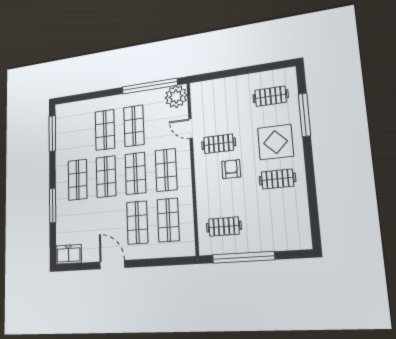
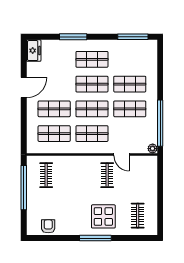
plant: (176, 97) -> (153, 149), width x0.53, depth x0.53
window: (304, 115) -> (95, 238), moved
door: (191, 129) -> (121, 154), swing flipped
armchair: (231, 169) -> (48, 226), moved, turned -90
clothes rail: (277, 179) -> (77, 216), removed

